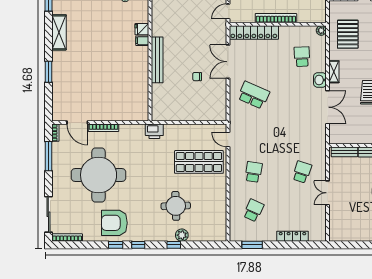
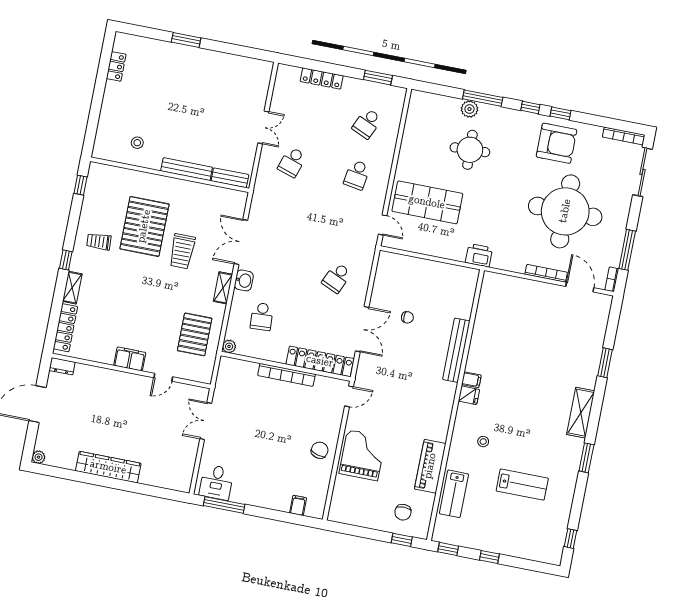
school desk: (254, 95) -> (337, 278), width x0.54
window: (174, 245) -> (483, 98), width x2.17

